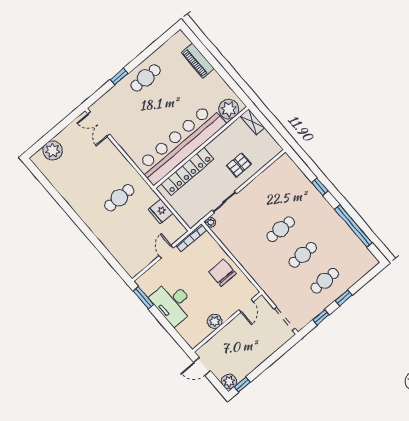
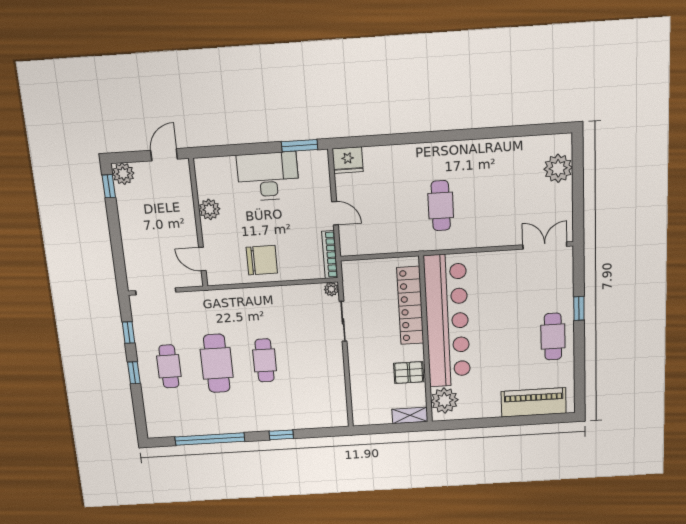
piano: (198, 61) -> (534, 402), width x1.37, depth x1.33
pallet: (239, 165) -> (409, 373), moved, turned 90
fridge: (160, 211) -> (348, 160), moved, turned 180
cafe table: (303, 255) -> (217, 363), width x1.37, depth x1.35

